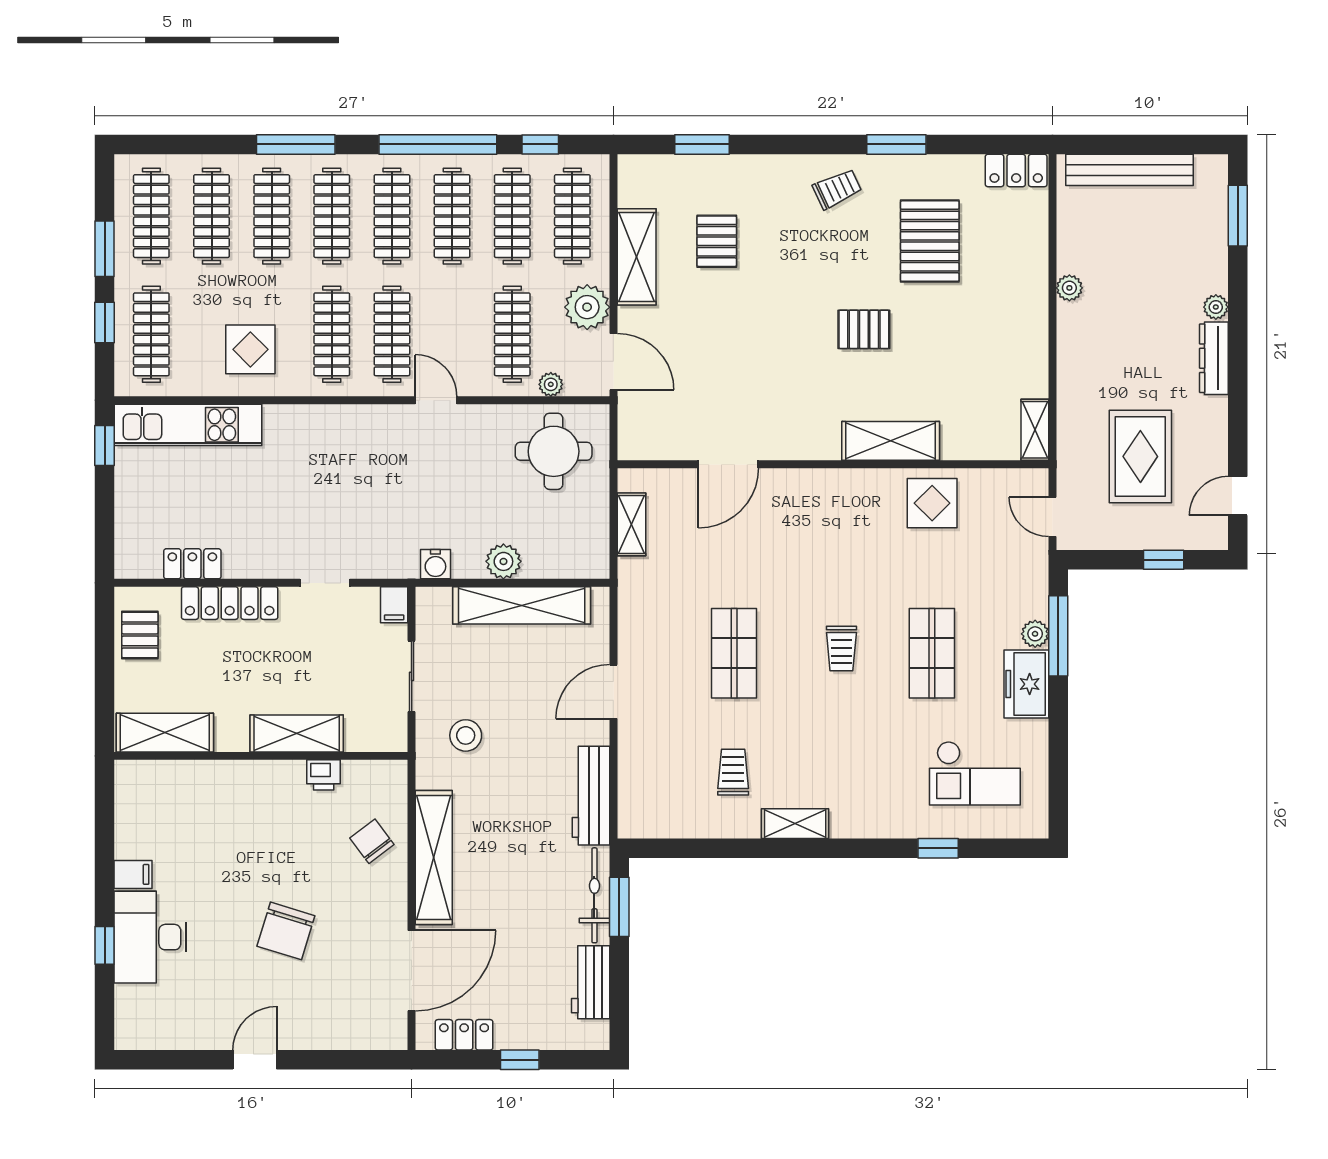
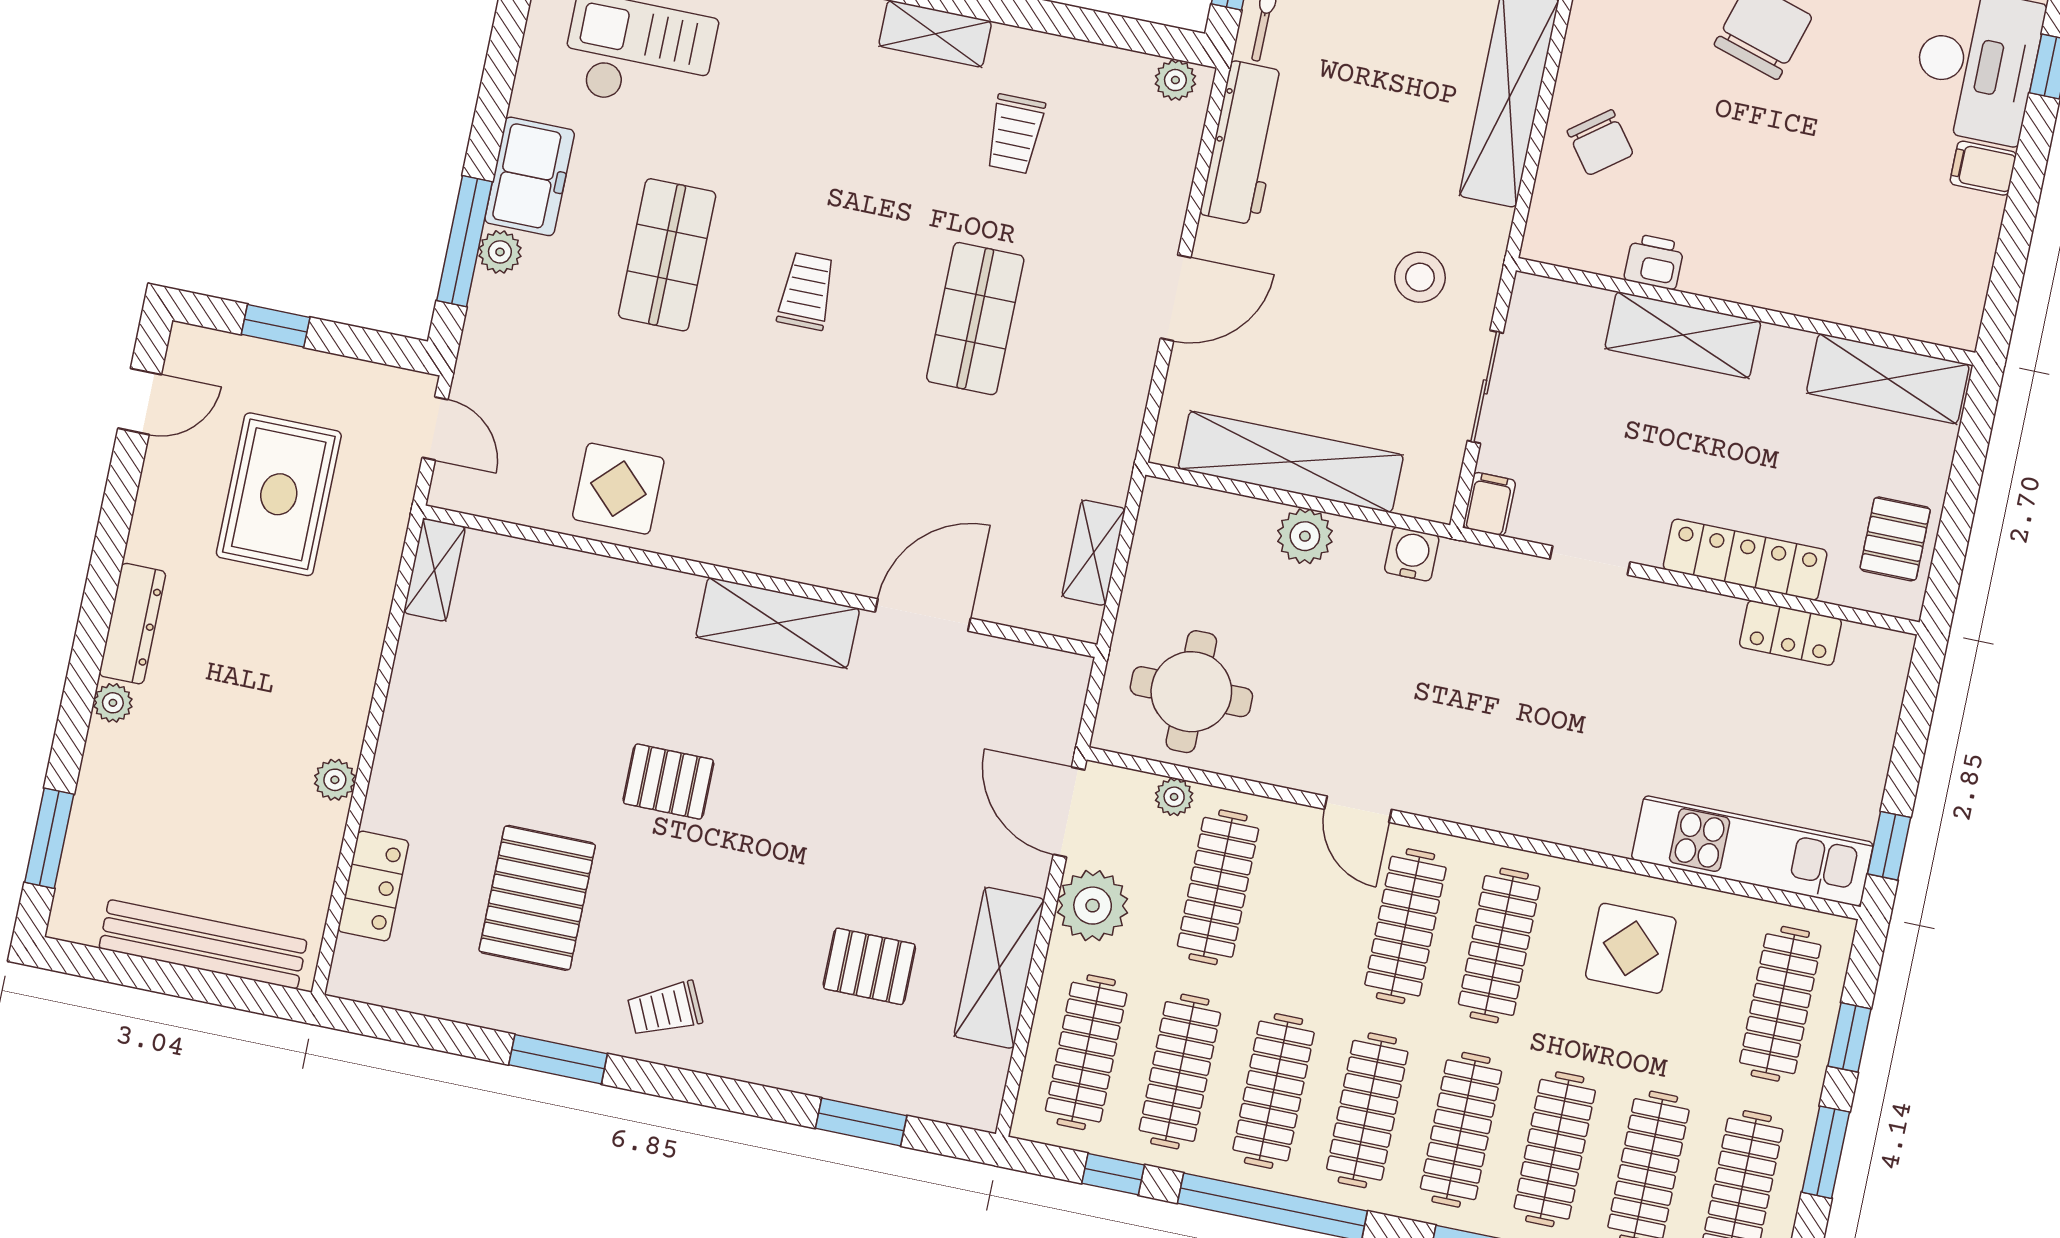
locker: (1016, 170) -> (373, 886), moved, turned 90
pallet: (717, 241) -> (869, 966), turned 90
shelving: (891, 441) -> (778, 623), moved
plant: (641, 826) -> (1175, 80), added

